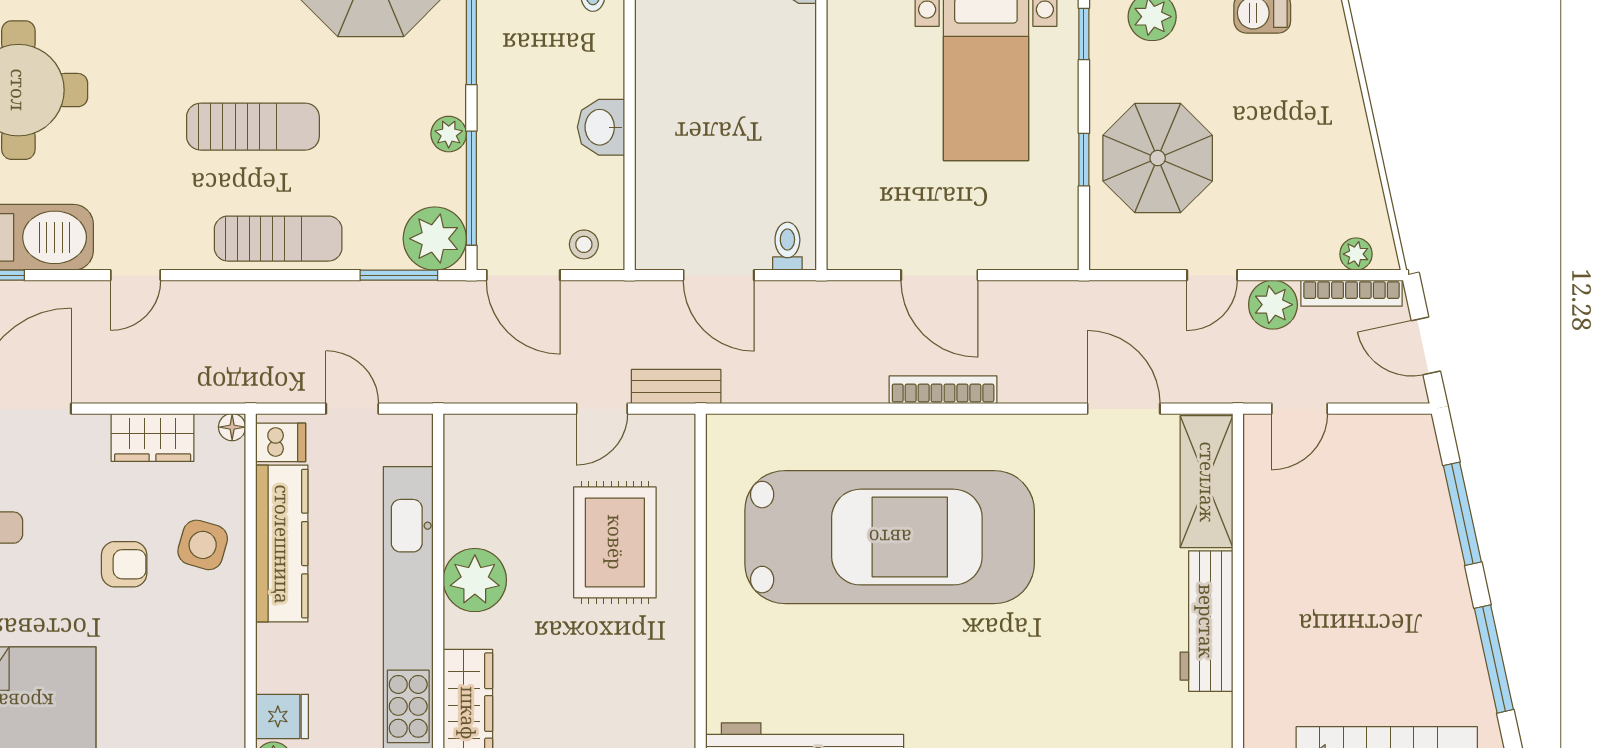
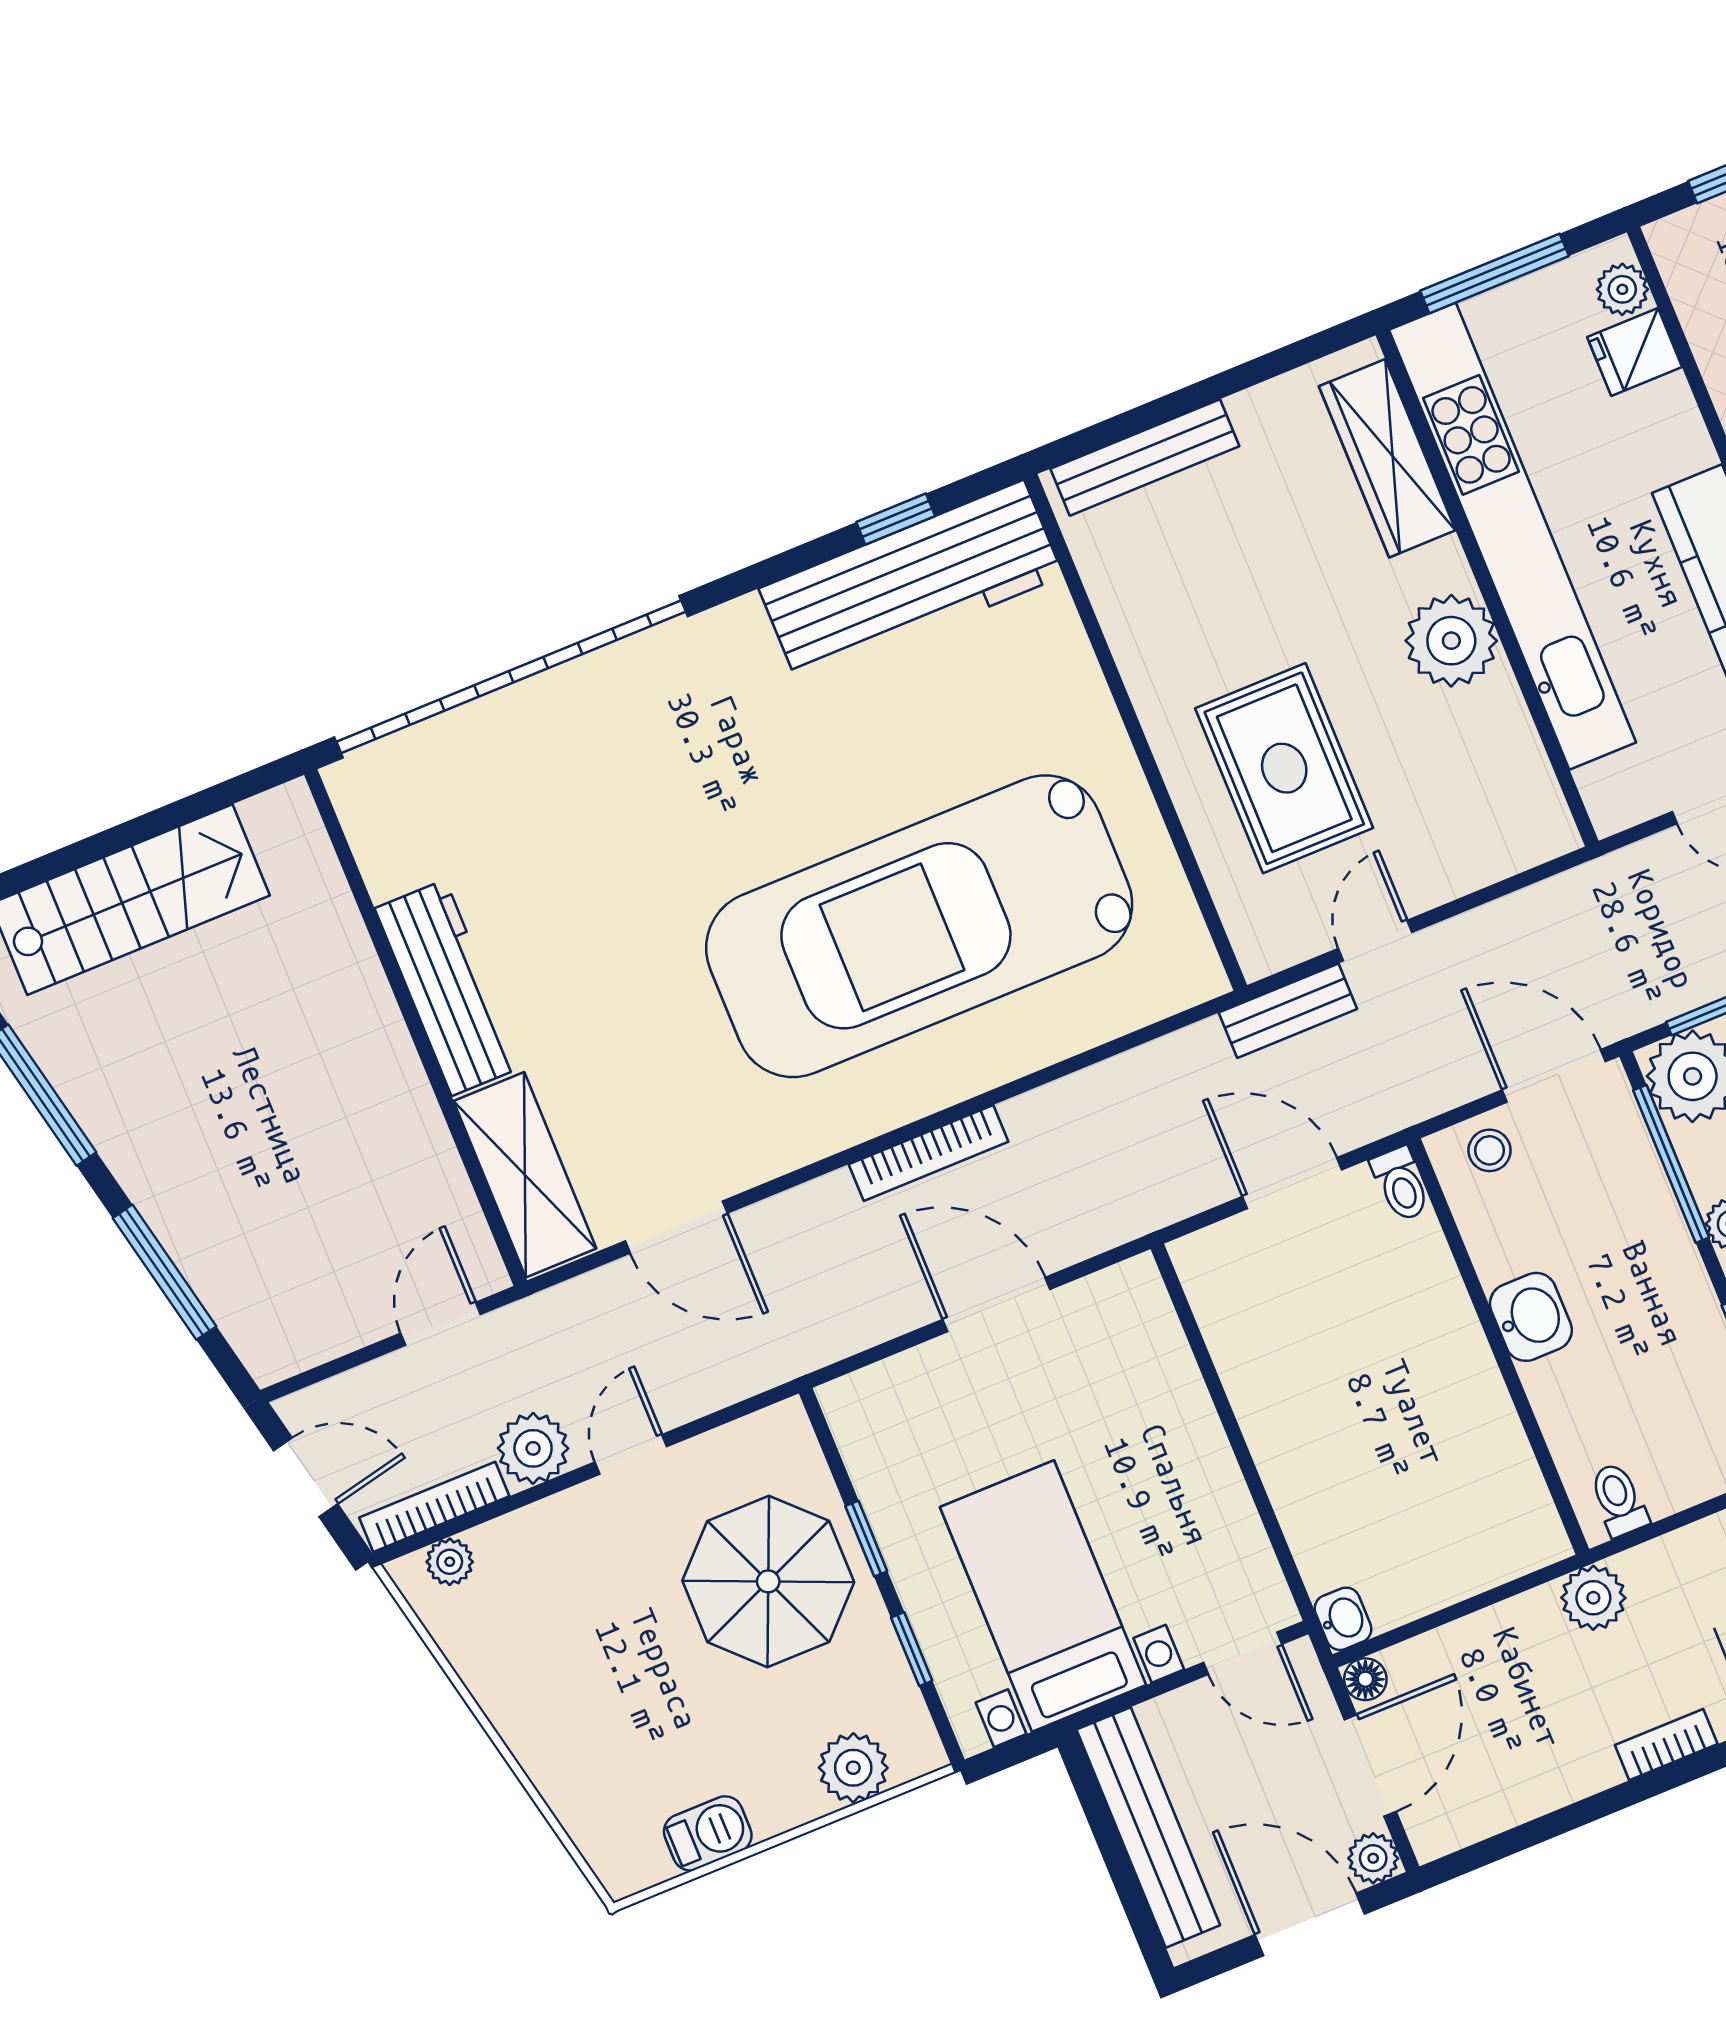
window: (1084, 34) -> (912, 1649), moved
toilet: (787, 246) -> (1401, 1184), moved

